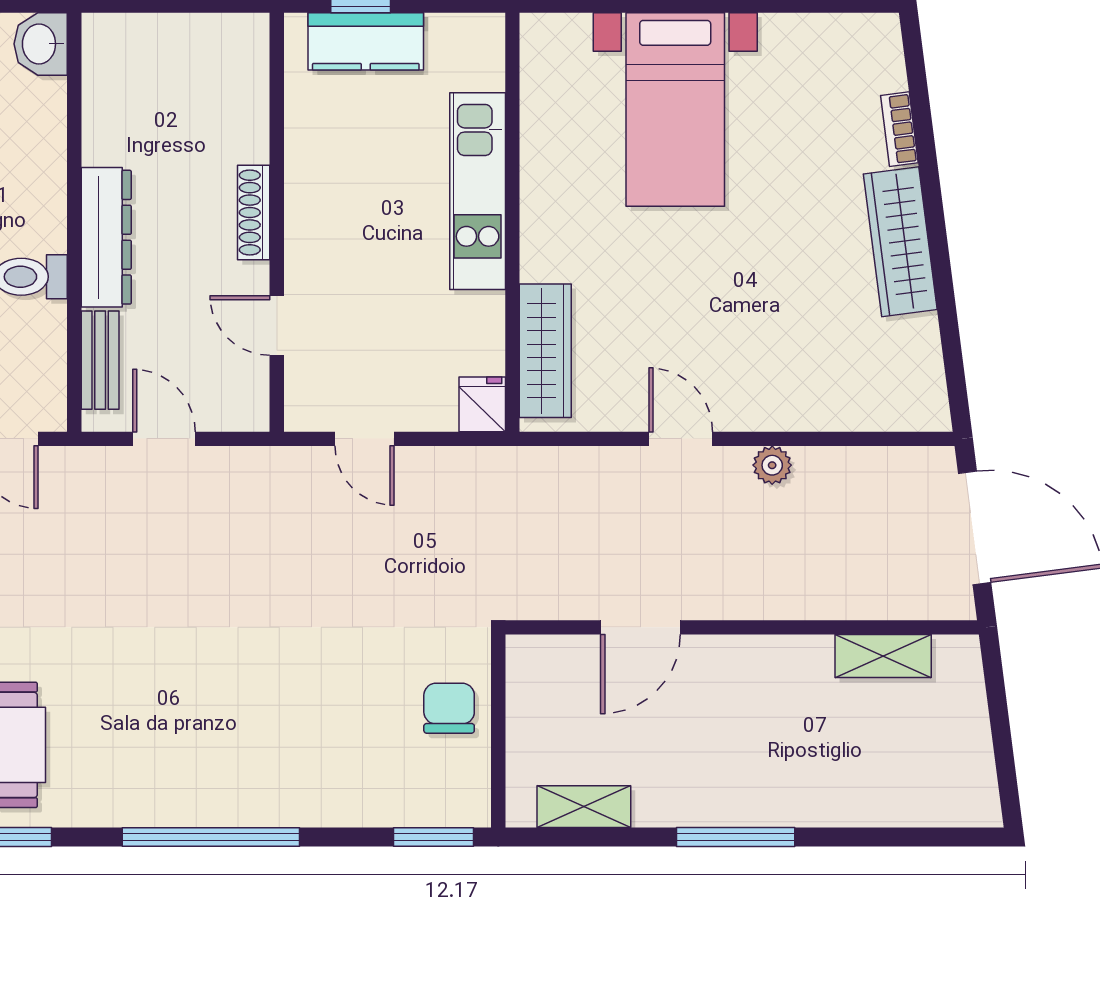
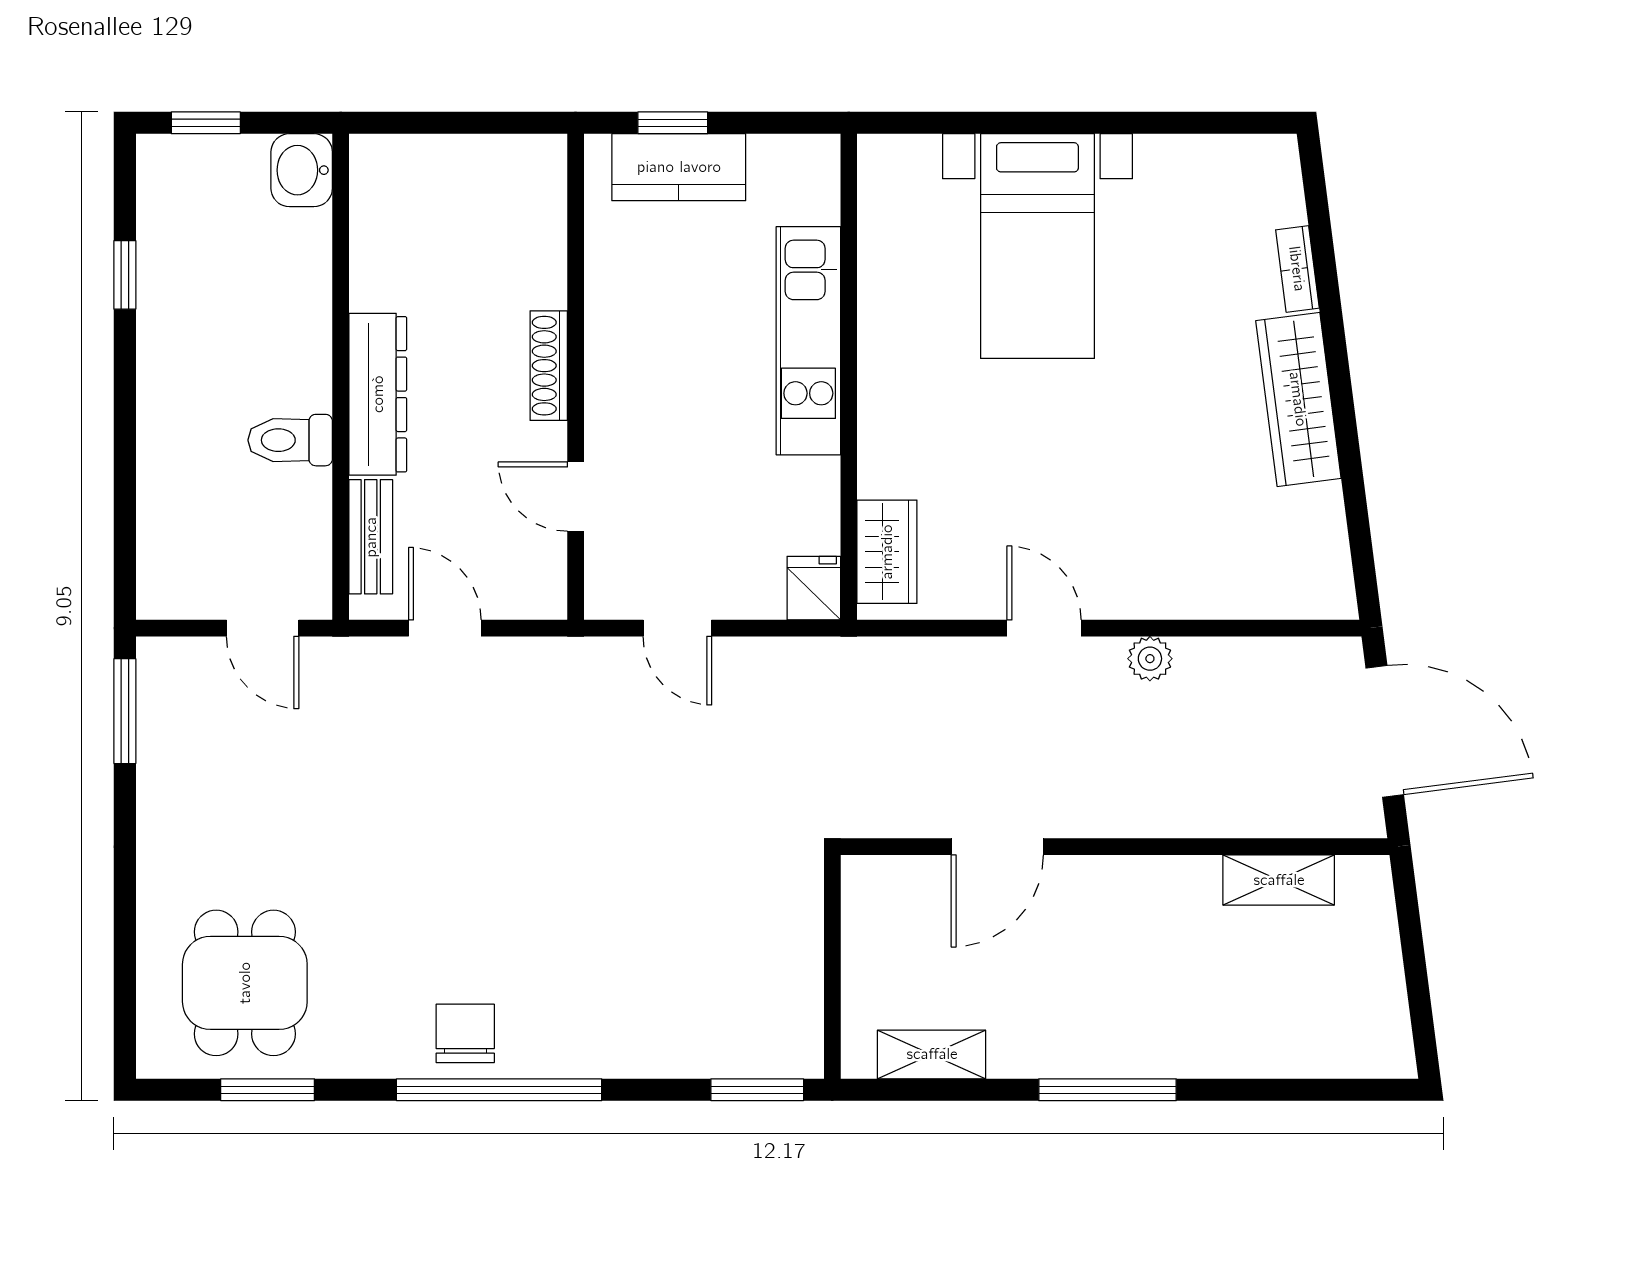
wardrobe: (545, 351) -> (887, 552), width x0.67
chair: (449, 708) -> (465, 1033), moved

